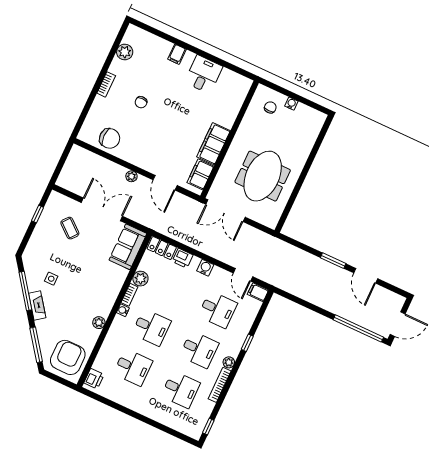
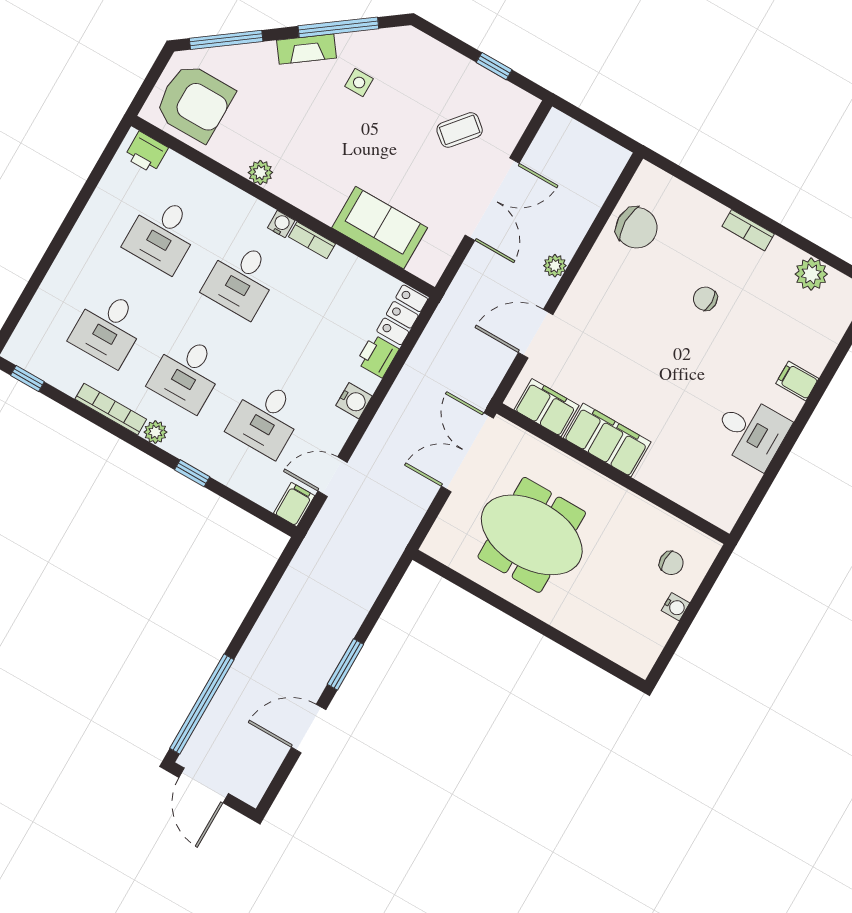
chair: (110, 138) -> (637, 228), turned -90
sofa: (128, 247) -> (380, 228), moved
plant: (140, 279) -> (343, 266), removed

